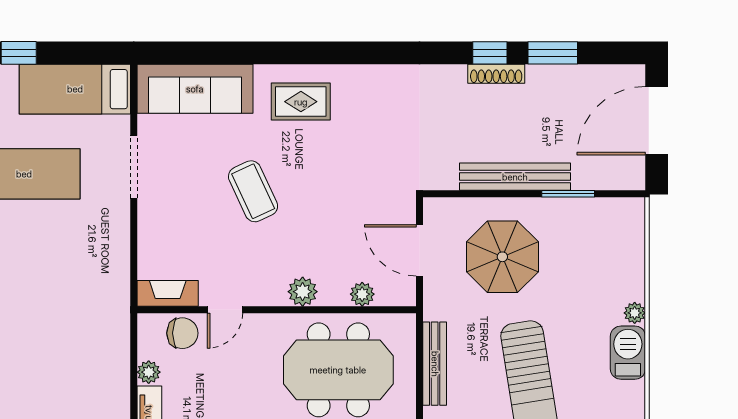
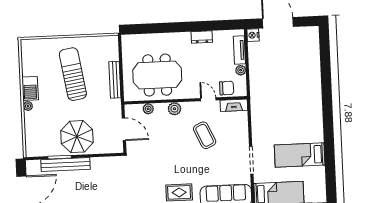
bench: (515, 177) -> (65, 164), moved
coffee table: (253, 191) -> (205, 135), moved
parasol: (502, 257) -> (77, 137), moved
door: (225, 310) -> (208, 99), hinge flipped
chair: (182, 333) -> (227, 88), turned 180

